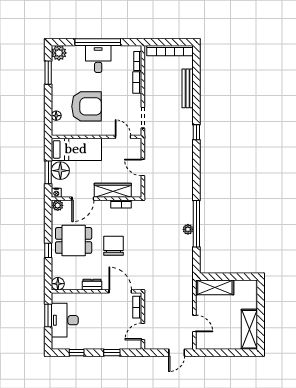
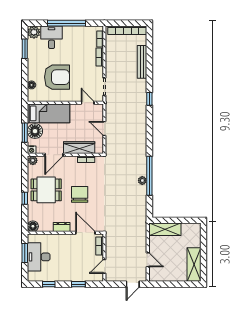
desk: (98, 59) -> (52, 37), moved

